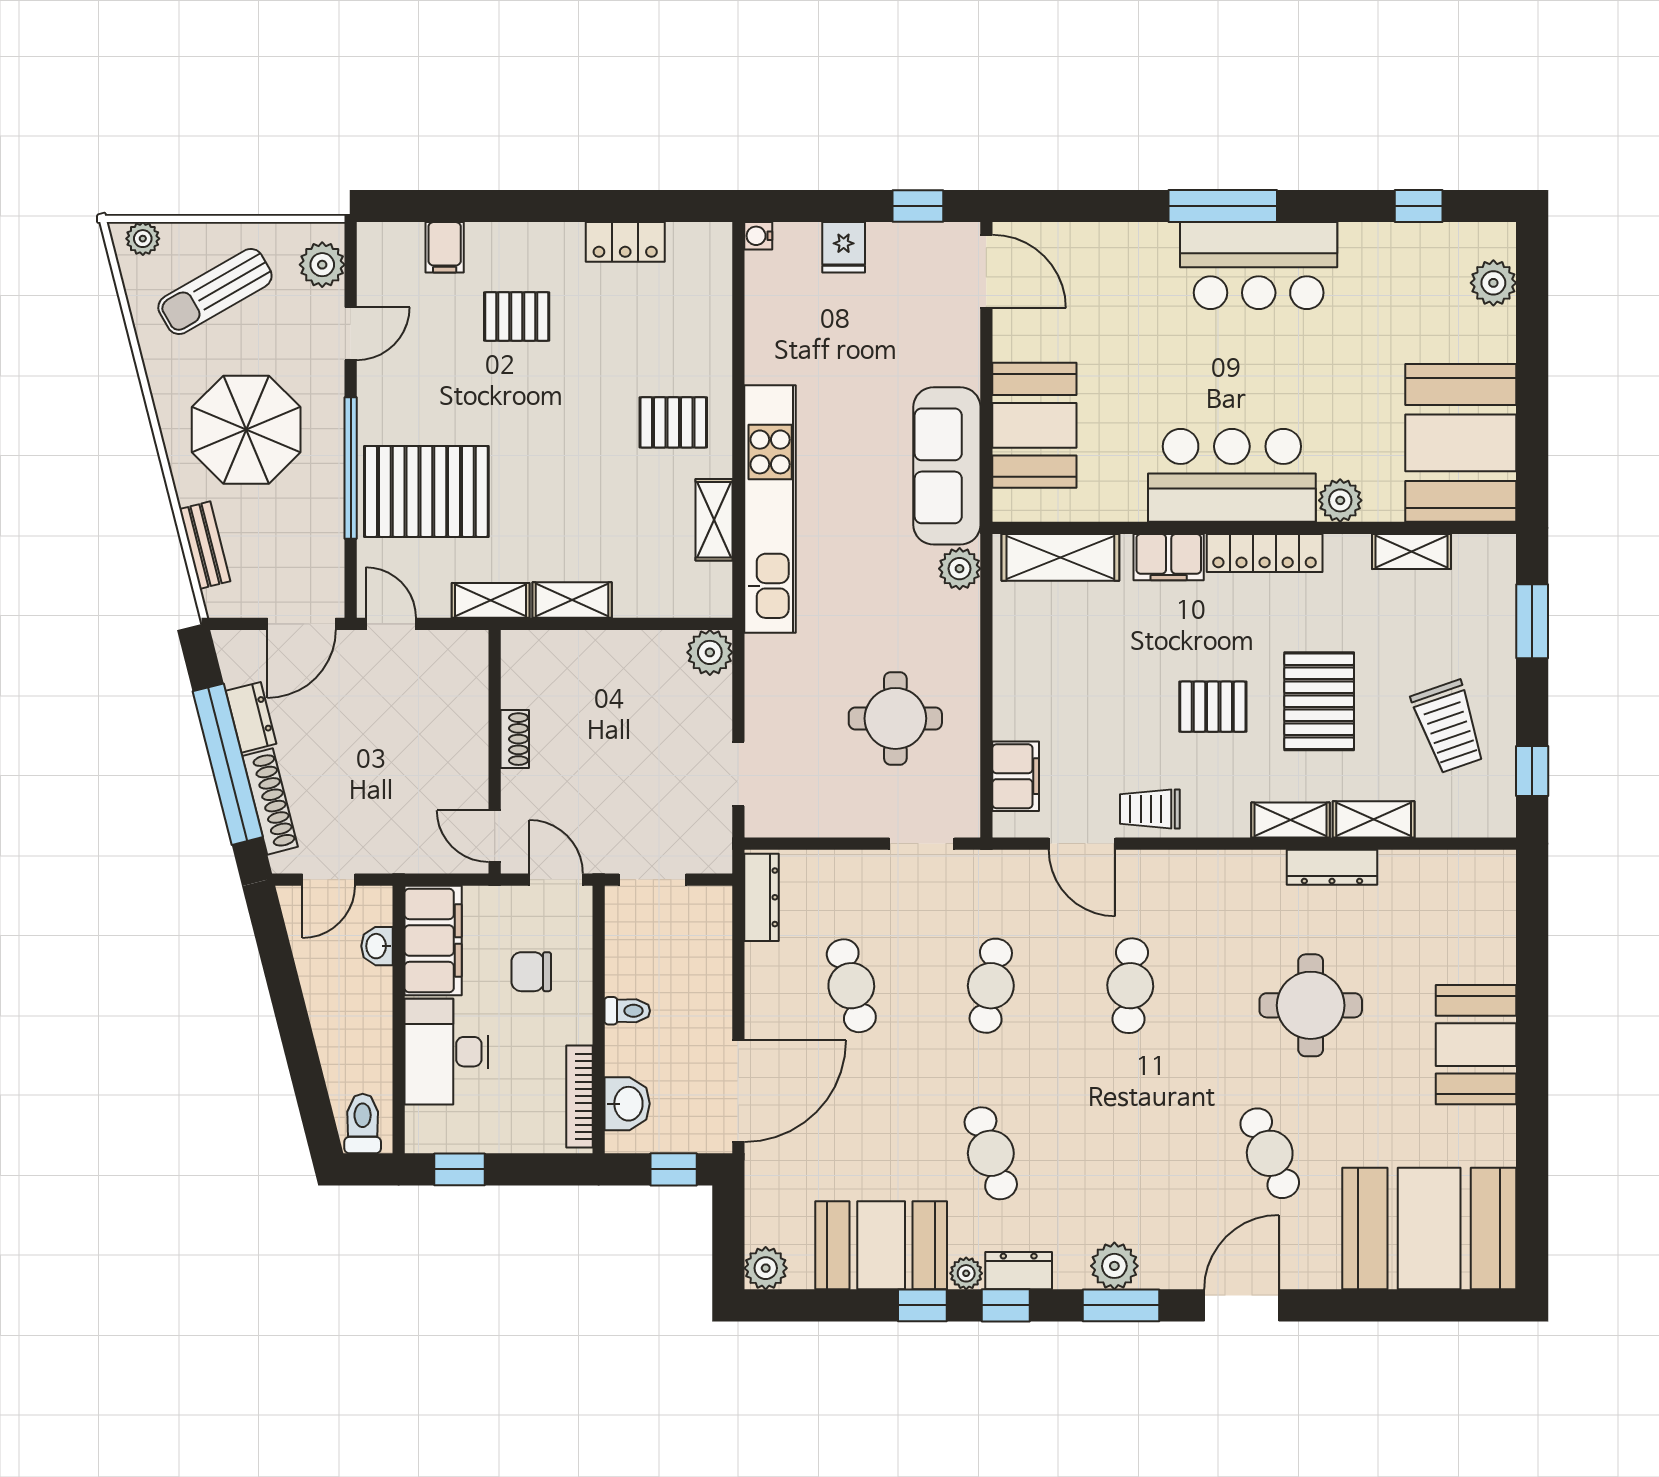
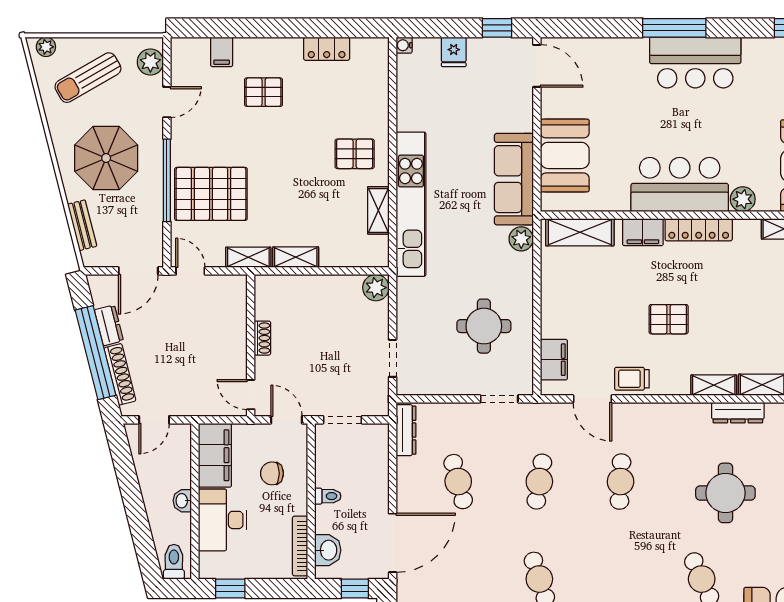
pallet: (1319, 701) -> (730, 316), removed
washbasin: (377, 946) -> (182, 501), moved

